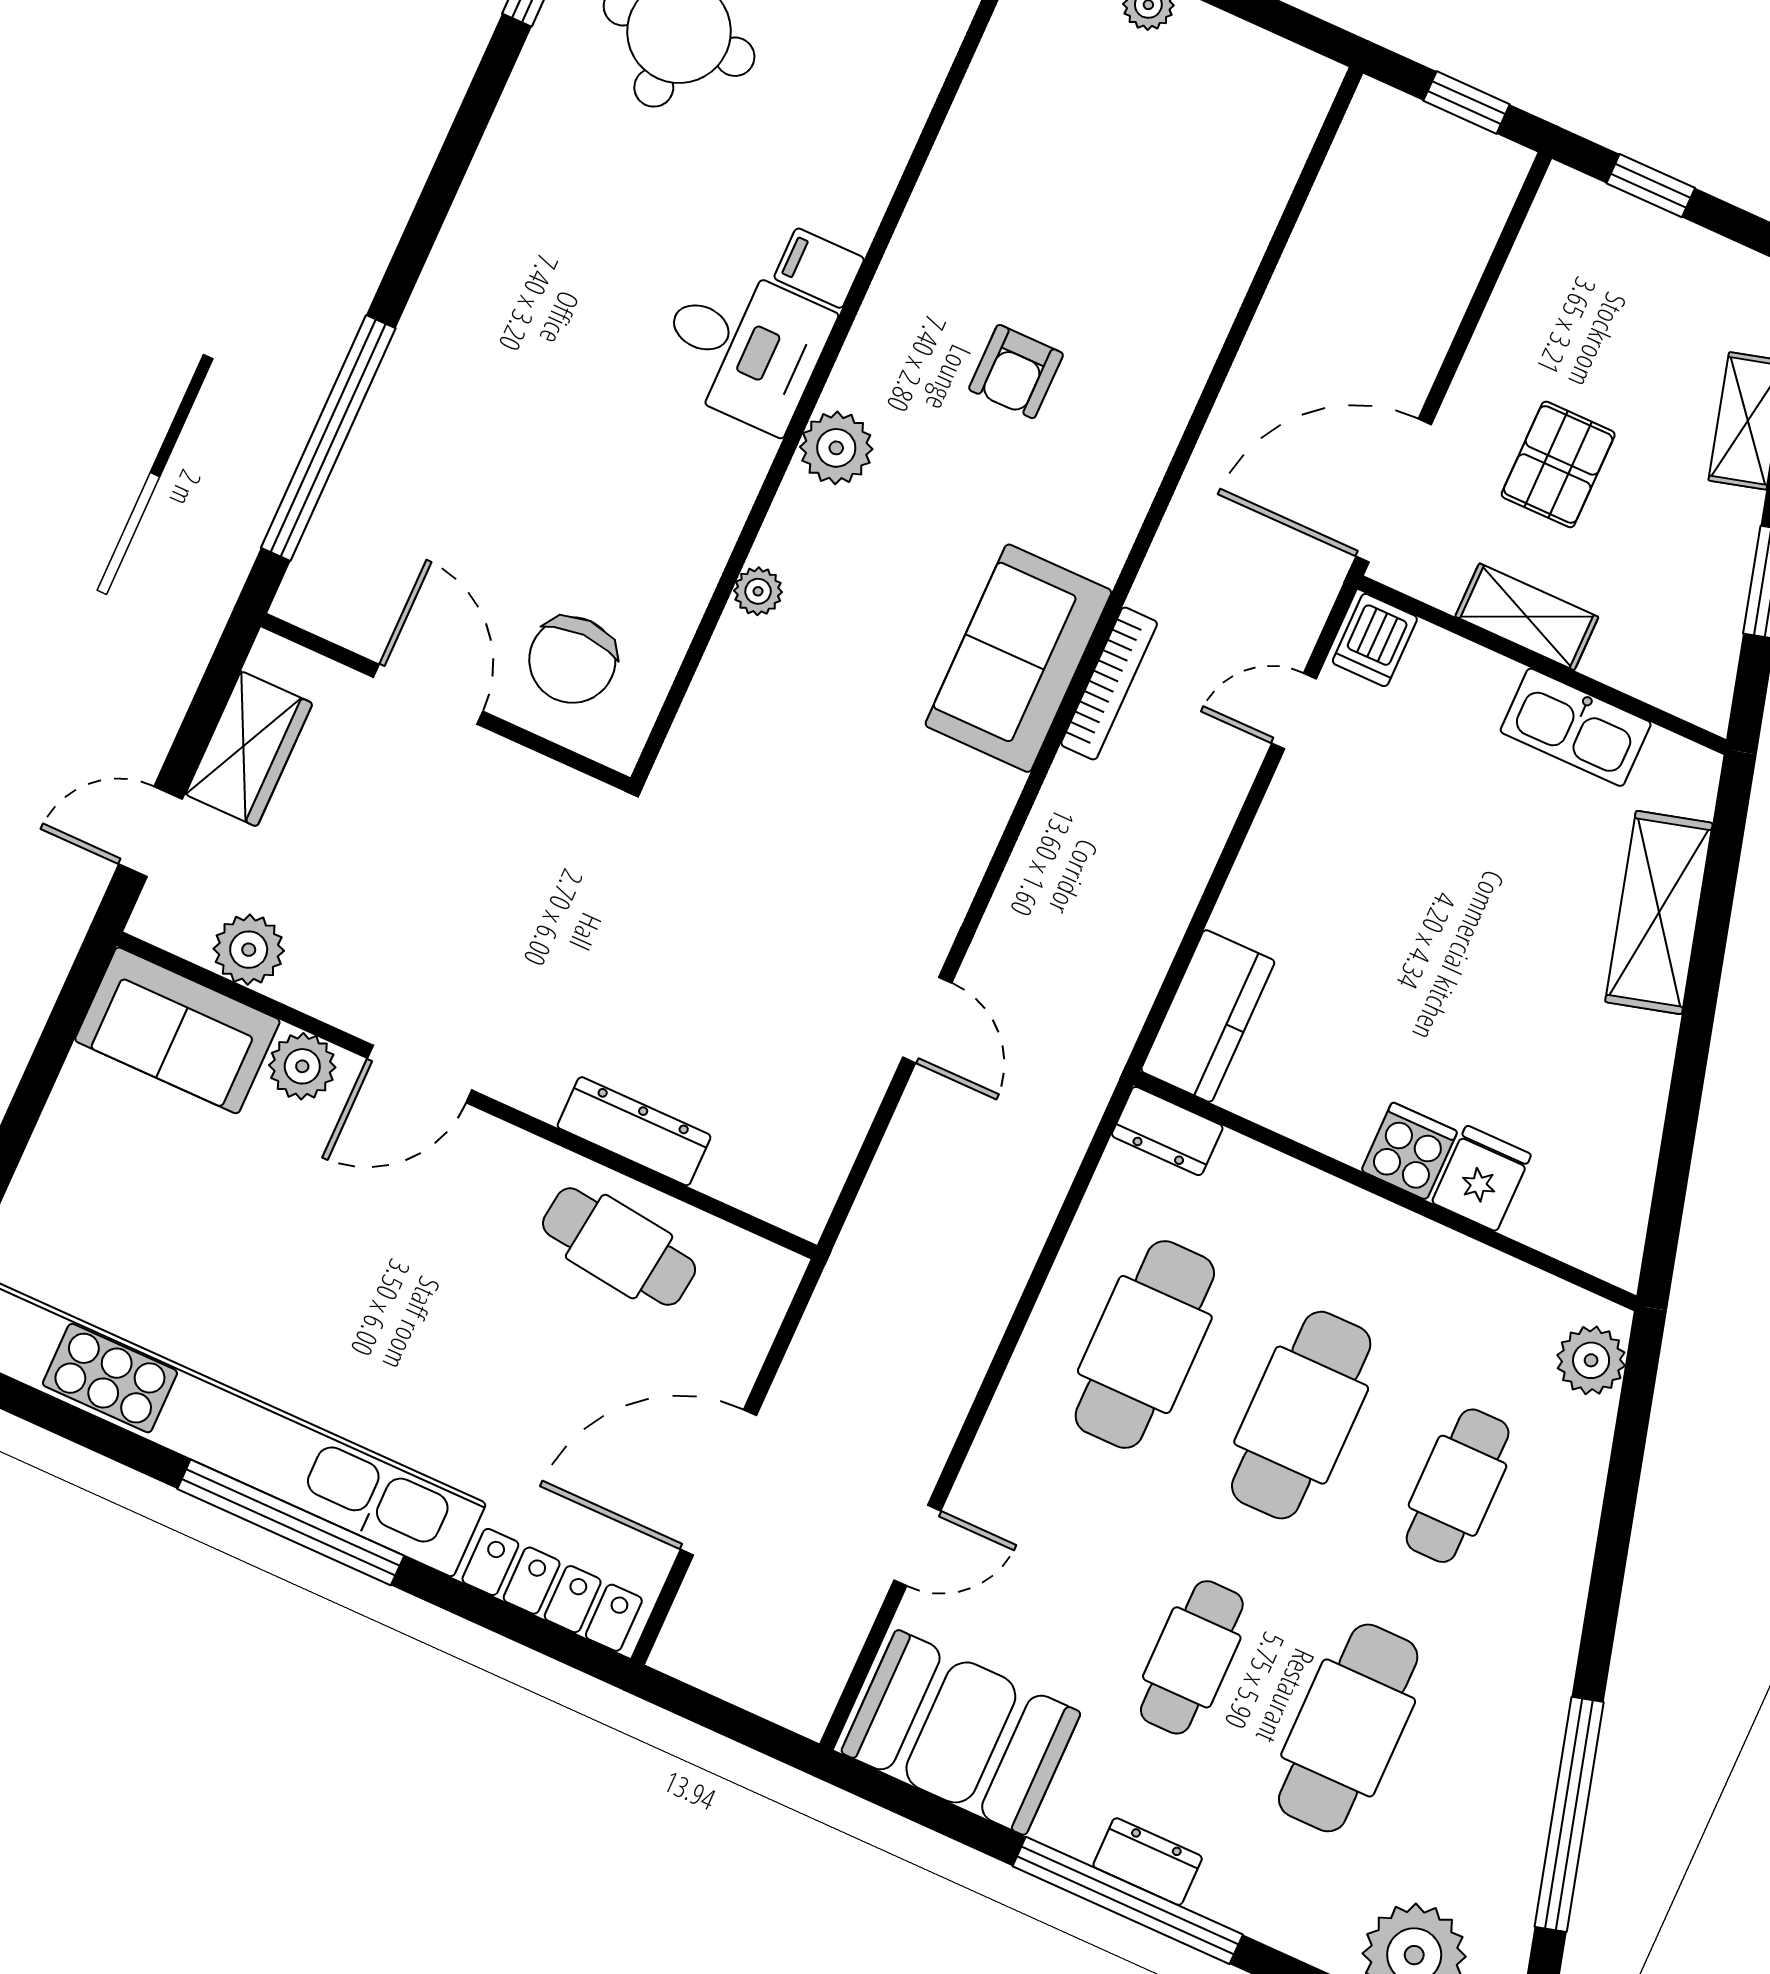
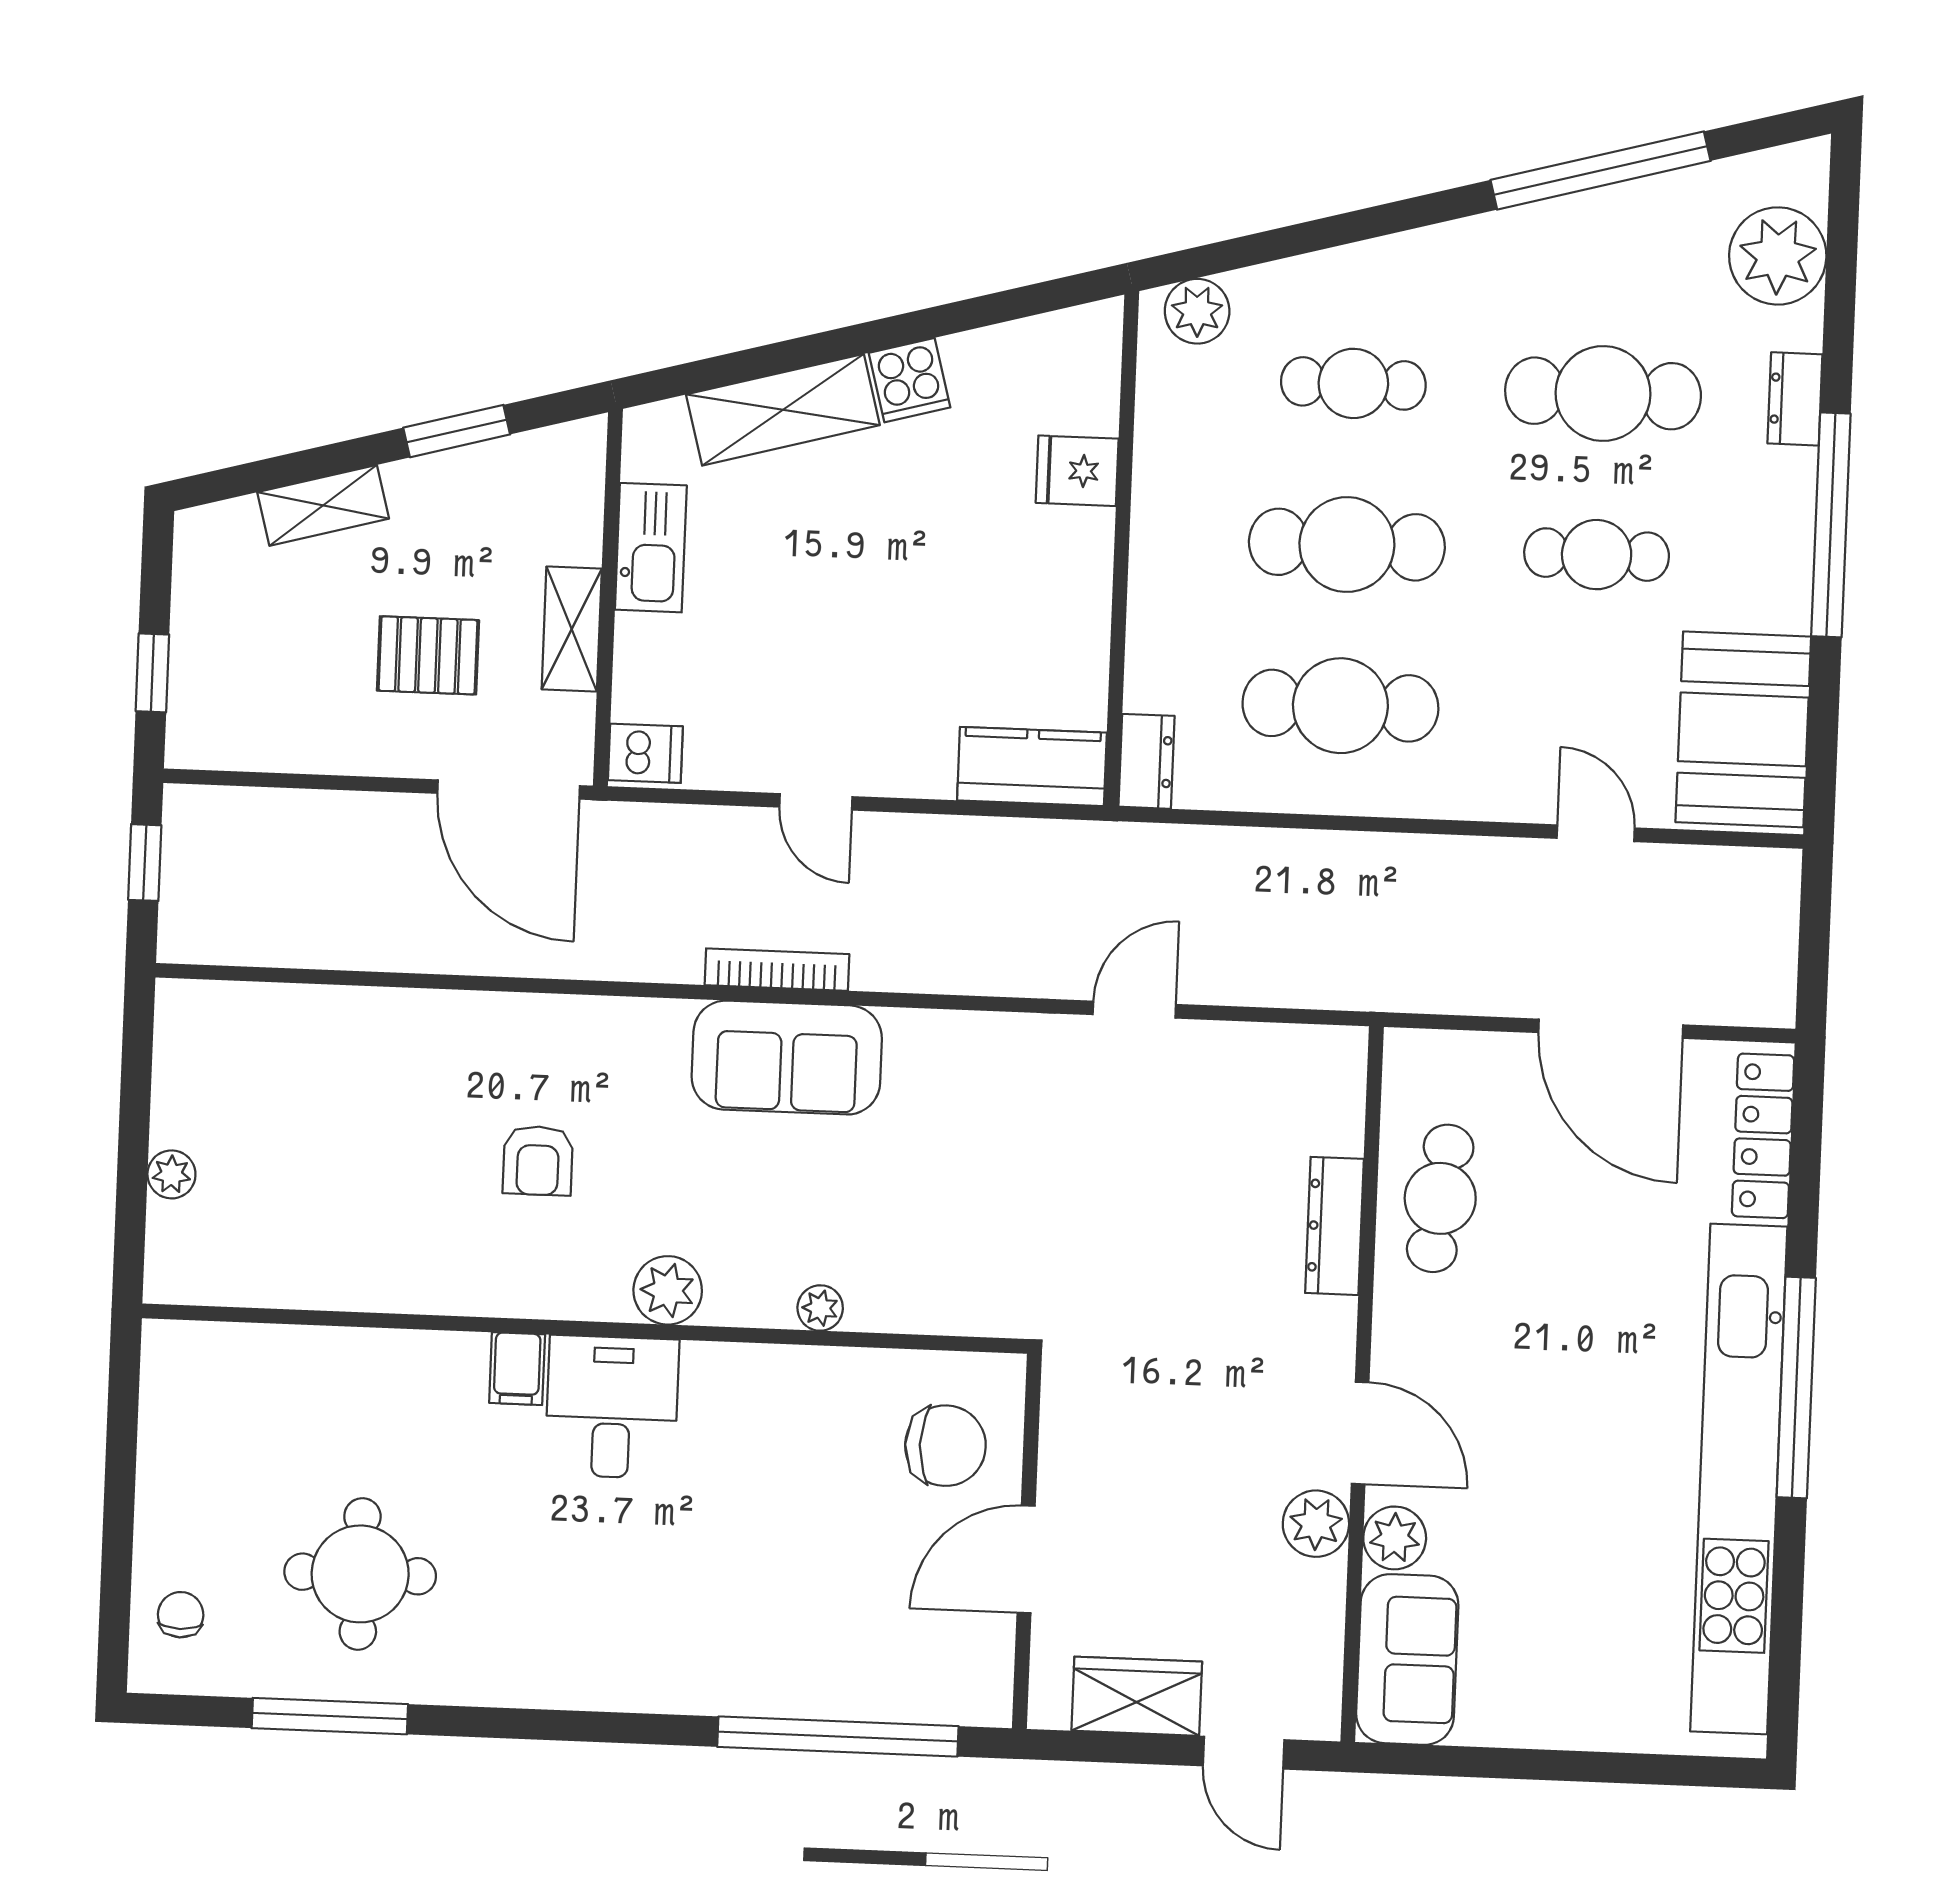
armchair: (1016, 372) -> (538, 1161), turned 90
door: (1294, 711) -> (816, 802), moved
plant: (249, 950) -> (1316, 1524), moved
cooker: (1409, 1151) -> (909, 380), moved, turned -105
dresser: (1148, 1862) -> (1795, 399), moved

